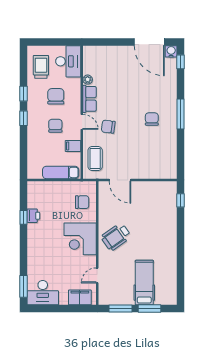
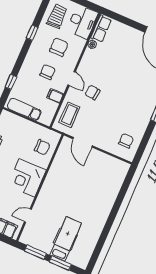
row of seats: (89, 99) -> (101, 29), moved
window: (23, 118) -> (11, 82), moved
chair: (152, 119) -> (126, 141), moved
exam couch: (61, 172) -> (24, 109), moved
window: (181, 200) -> (127, 182), removed
wheelchair: (116, 237) -> (58, 189), removed

